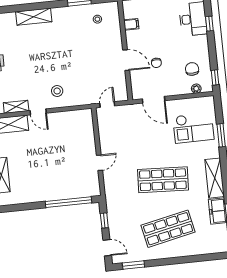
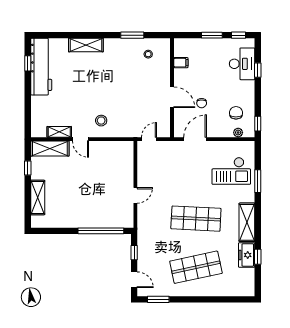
door: (154, 100) -> (195, 139), swing flipped

